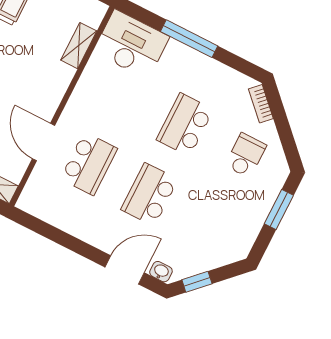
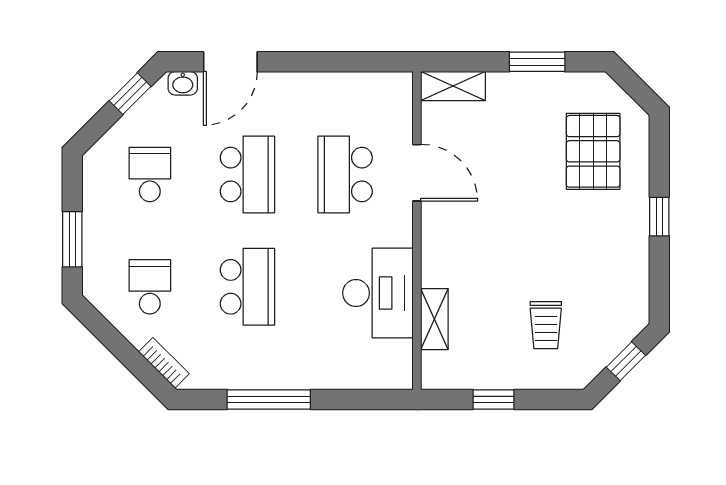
window: (189, 39) -> (269, 399), moved
desk: (131, 44) -> (378, 293), moved, turned -90
school desk: (246, 155) -> (150, 287), turned 180
school desk: (210, 225) -> (150, 174), added

